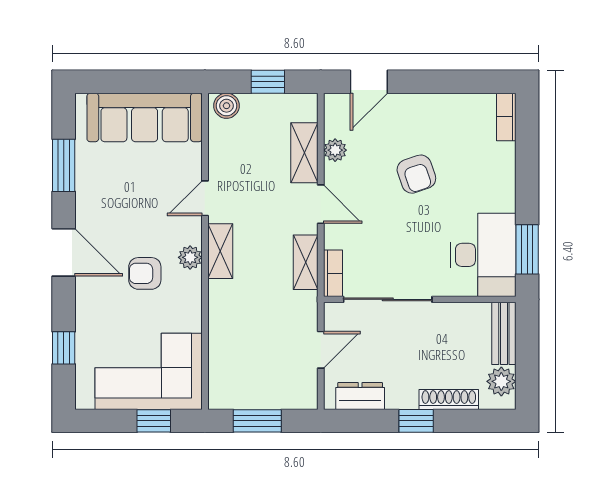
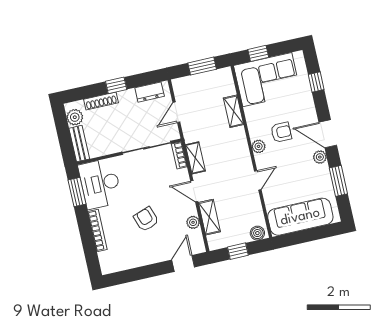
bookcase: (506, 117) -> (97, 230), moved, width x1.56
plant: (87, 215) -> (320, 157), added
shelving: (220, 251) -> (234, 111), moved

